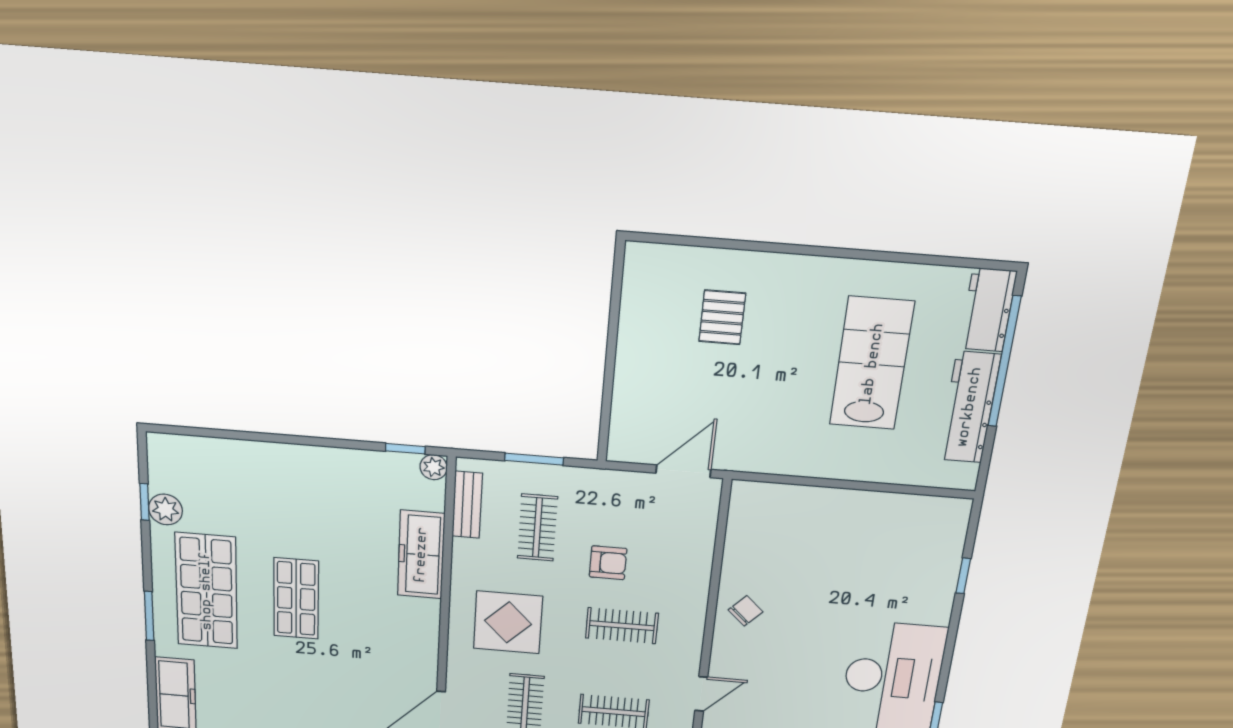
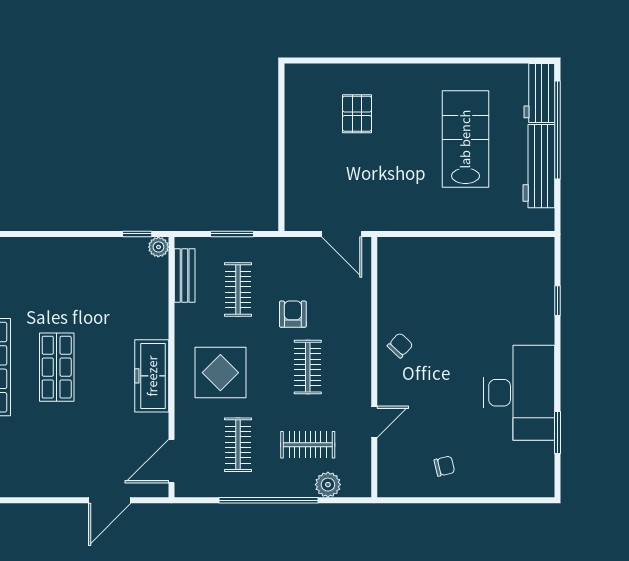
door: (683, 471) -> (342, 234), swing flipped
freezer: (421, 555) -> (152, 376), moved
armchair: (608, 563) -> (293, 314), turned -90
clothes rail: (622, 626) -> (308, 367), turned 90

